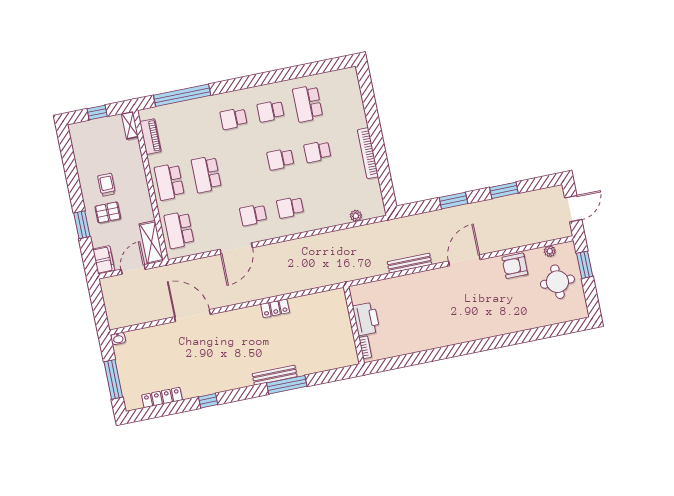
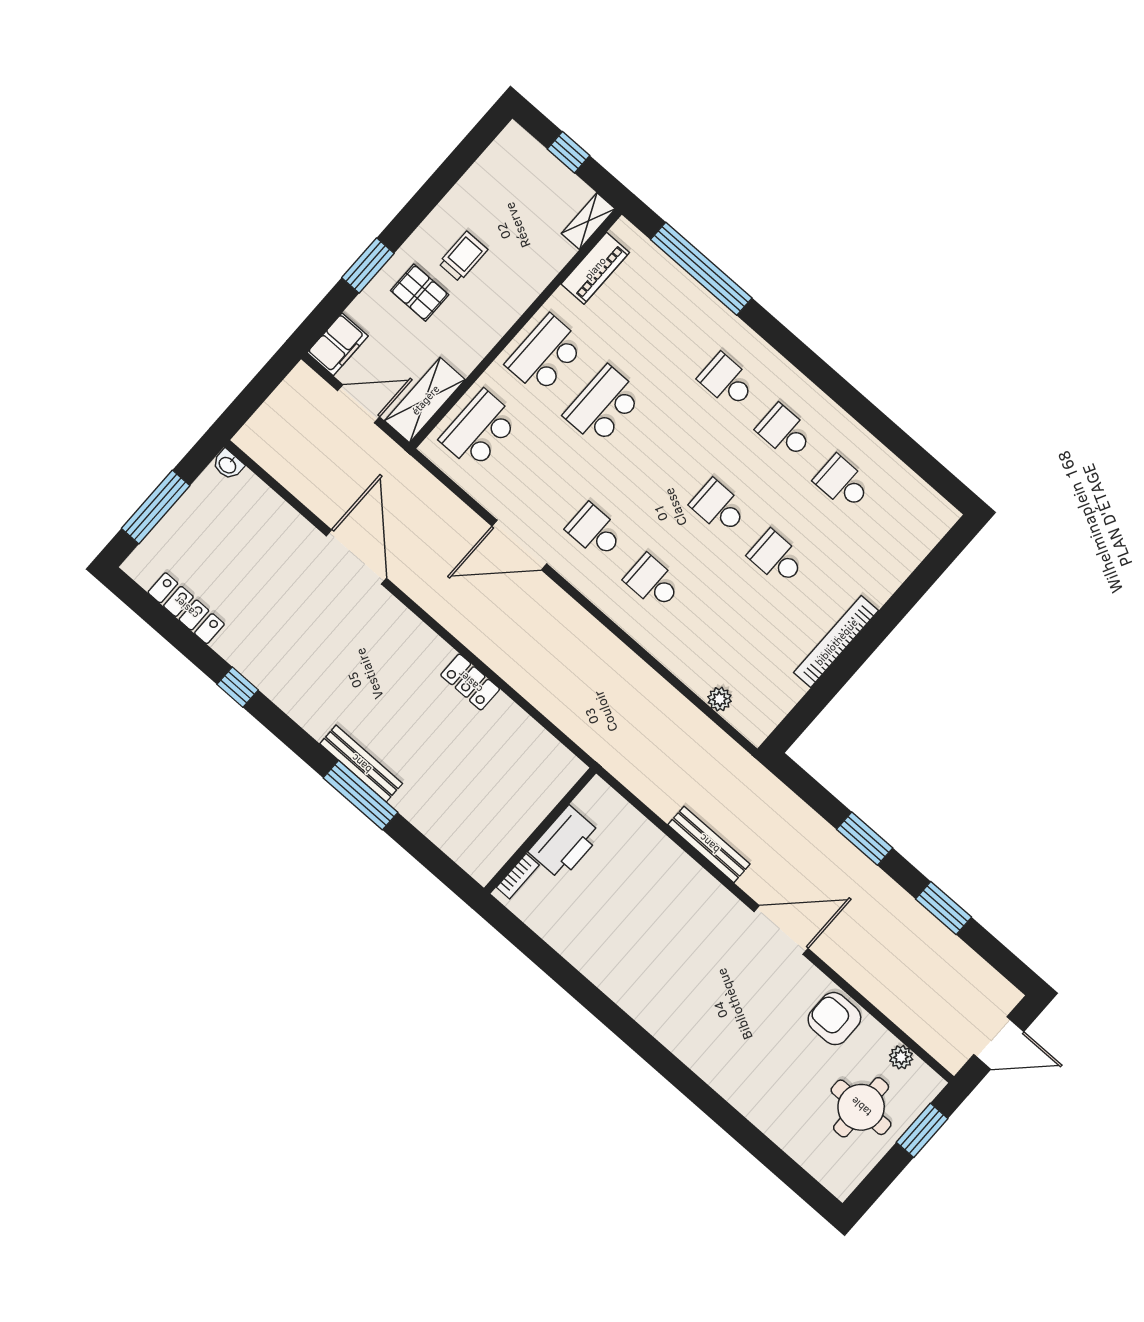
school desk: (308, 104) -> (842, 483), width x0.54

